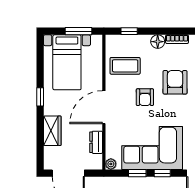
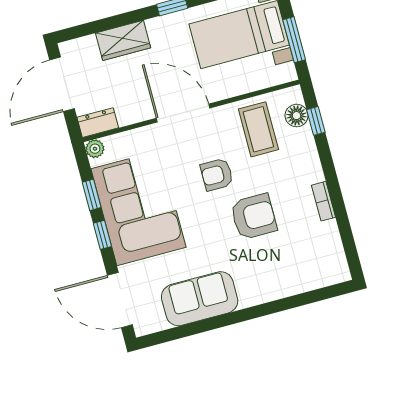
floor lamp: (158, 42) -> (297, 116), moved
dresser: (96, 142) -> (98, 123), moved

